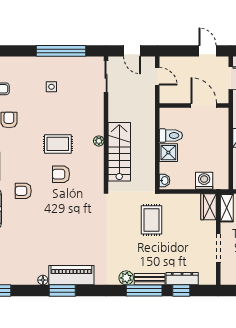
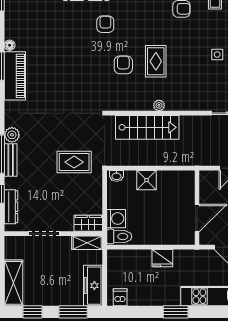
toilet: (171, 135) -> (119, 236), moved, turned -90
dresser: (182, 279) -> (11, 207), moved

